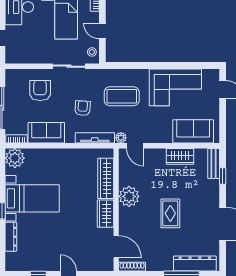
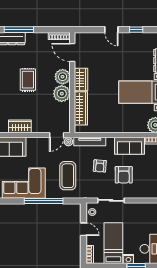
window: (151, 65) -> (44, 201), added
armchair: (40, 90) -> (124, 175), moved
coffee table: (122, 96) -> (68, 176), turned 90
door: (135, 146) -> (57, 135), swing flipped
plant: (128, 217) -> (63, 77), added

